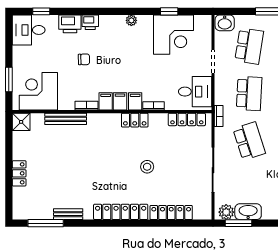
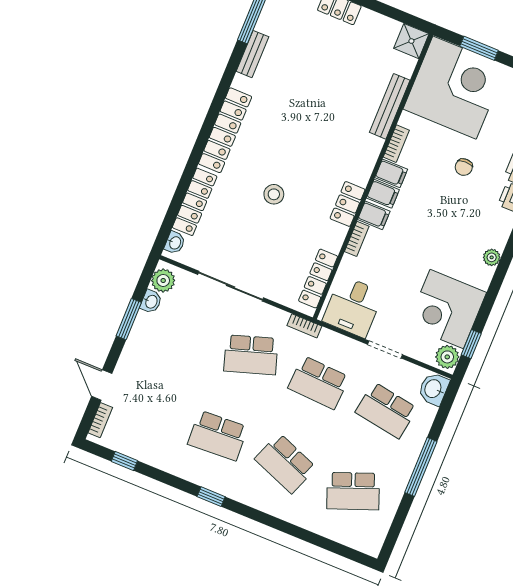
window: (169, 11) -> (471, 344), moved
plant: (202, 22) -> (447, 357), added
corner desk: (38, 91) -> (455, 88), width x1.36, depth x1.36
washbasin: (248, 212) -> (151, 302), width x0.52, depth x0.69
washbasin: (201, 214) -> (175, 243), added
window: (238, 223) -> (129, 319), moved

